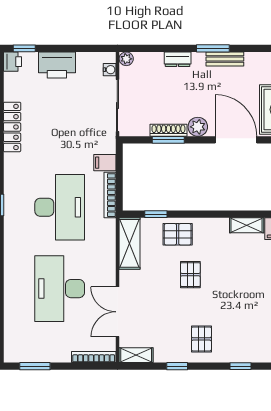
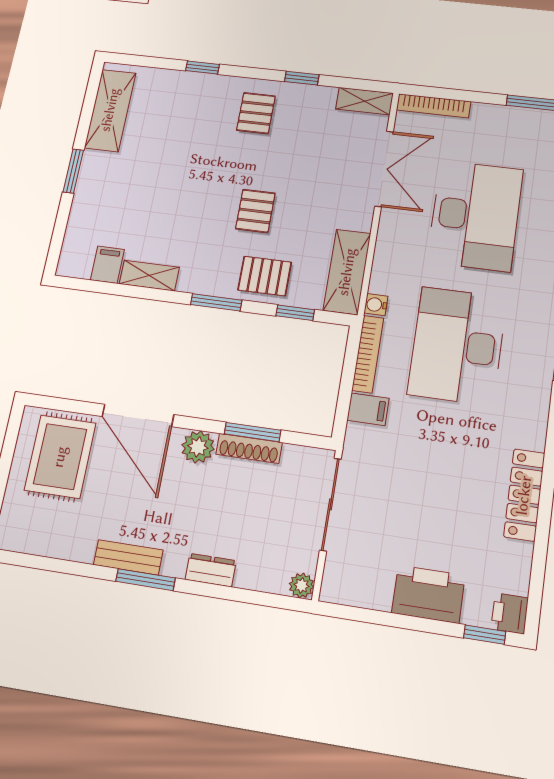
water cooler: (110, 70) -> (376, 305), moved
window: (203, 214) -> (216, 302), added

